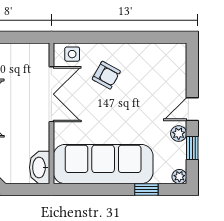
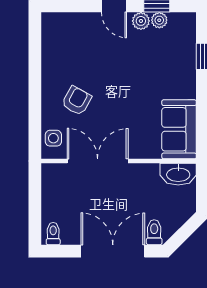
sofa: (103, 164) -> (179, 129), width x0.54, depth x0.79
plant: (179, 177) -> (159, 20), moved

